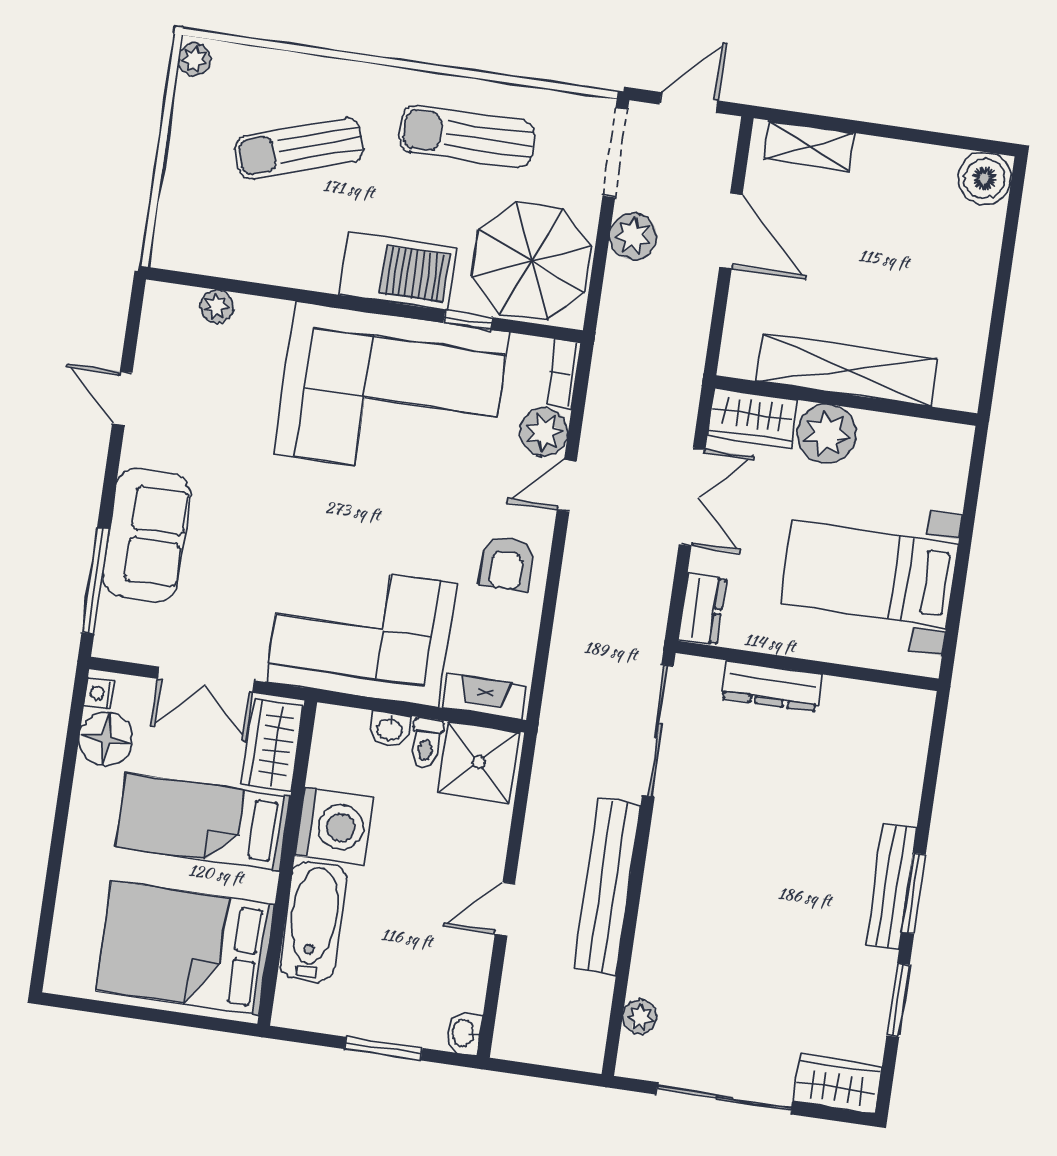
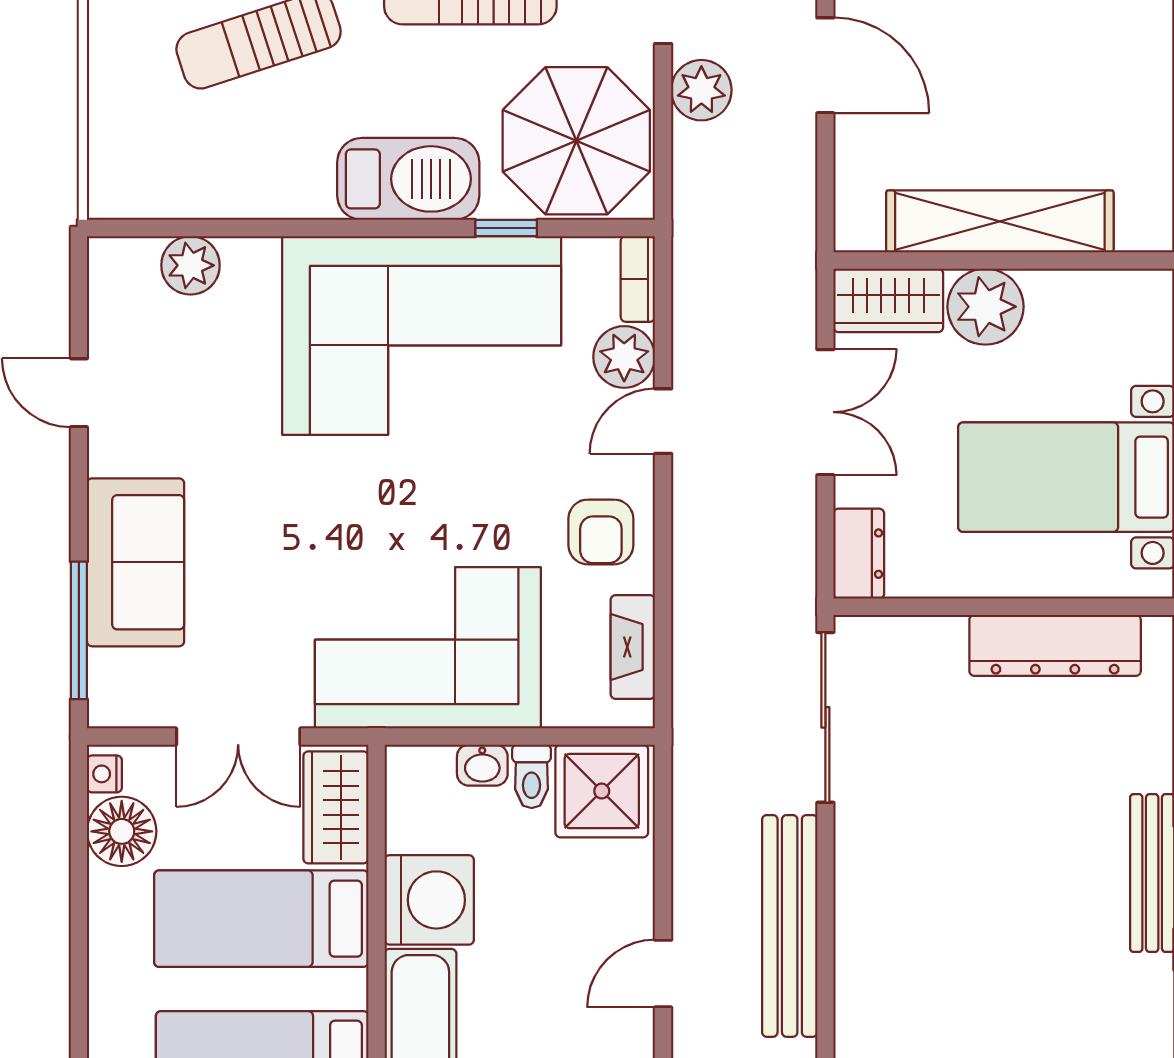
plant: (217, 306) -> (191, 265), width x1.38, depth x1.38
dresser: (771, 686) -> (1055, 645), moved, width x1.37, depth x1.24
fireplace: (484, 697) -> (633, 647), moved, turned -90

